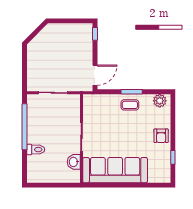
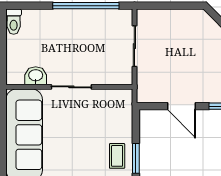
door: (95, 75) -> (182, 106), moved
toilet: (36, 150) -> (14, 22), moved

